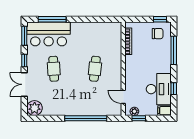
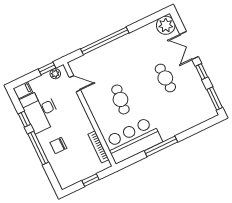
window: (52, 19) -> (161, 146), moved
window: (160, 19) -> (90, 180), moved
bar counter: (49, 34) -> (133, 140), moved
chair: (158, 34) -> (58, 145), moved
window: (174, 50) -> (38, 148), moved
double door: (24, 84) -> (189, 46), swing flipped

